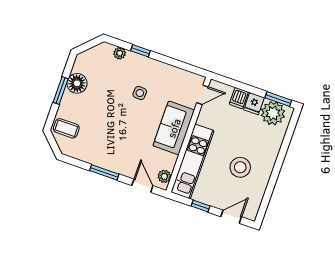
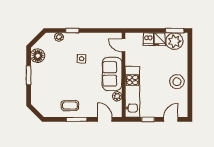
floor lamp: (77, 83) -> (38, 56), moved
door: (202, 95) -> (124, 45), swing flipped
coffee table: (66, 128) -> (70, 106), moved
stool: (240, 167) -> (177, 82), moved
plant: (164, 176) -> (117, 96), moved

